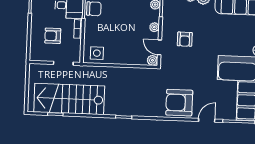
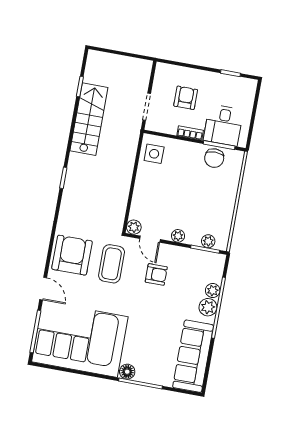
armchair: (185, 39) -> (156, 274), turned 180
door: (160, 47) -> (150, 239), swing flipped
coffee table: (182, 73) -> (112, 264), added
stairs: (69, 99) -> (89, 119), width x0.73, depth x0.66

